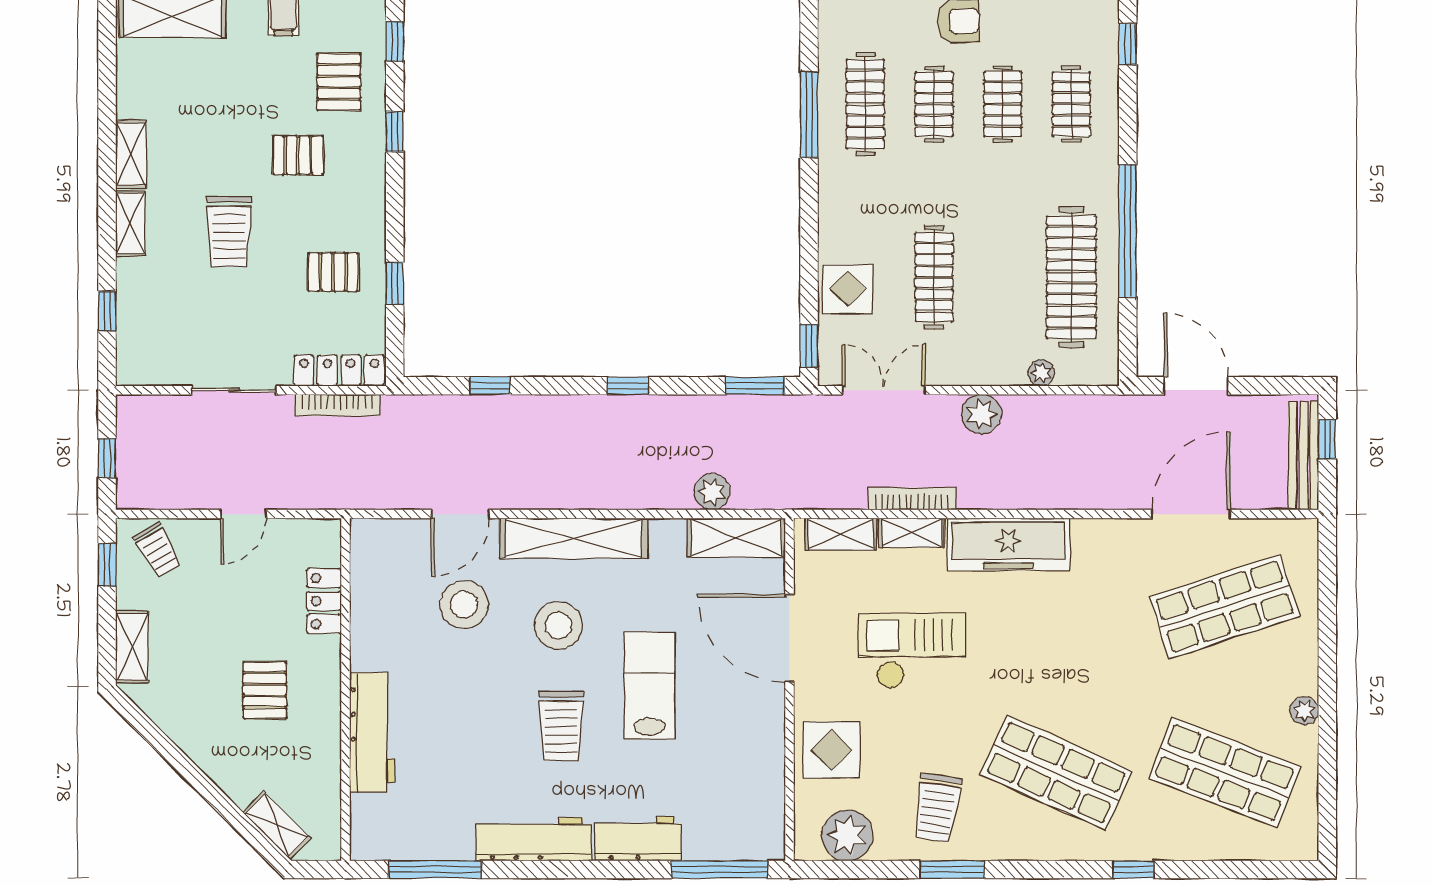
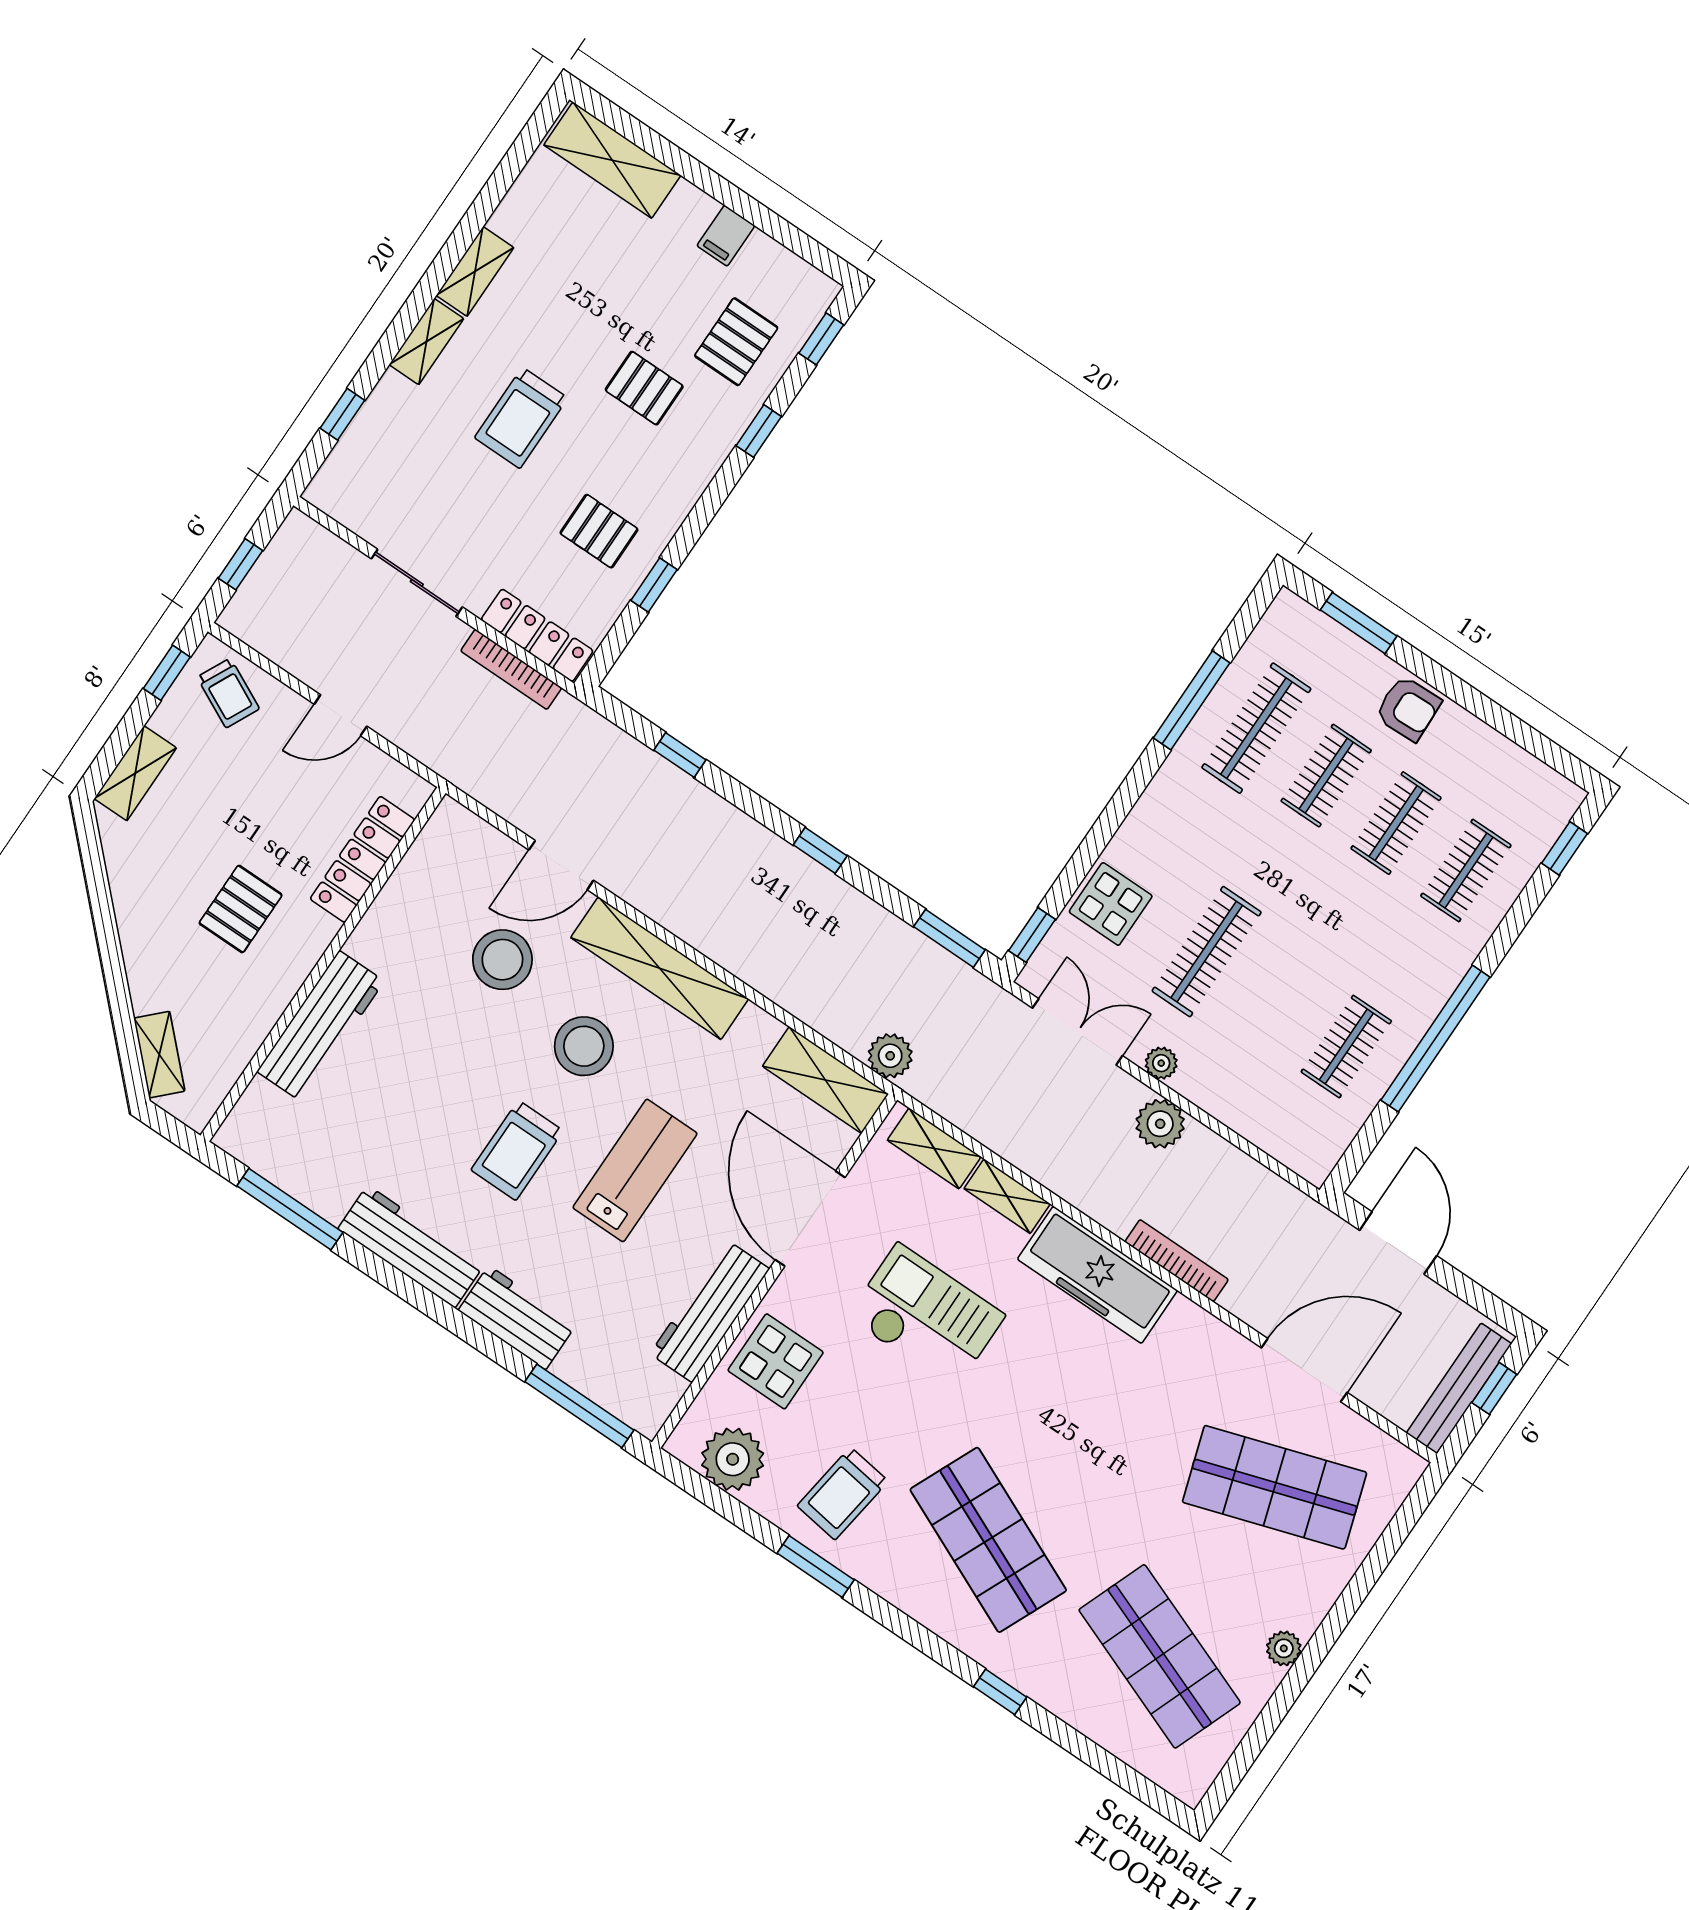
clothes rail: (1071, 277) -> (1346, 1046), width x0.54, depth x0.76
plant: (1041, 373) -> (1161, 1063), moved
plant: (712, 492) -> (890, 1056), moved
bookcase: (912, 499) -> (1177, 1261), moved
trolley: (158, 550) -> (228, 693), turned -34
locker: (324, 601) -> (362, 859), width x1.53
workbench: (764, 746) -> (710, 1311), added

